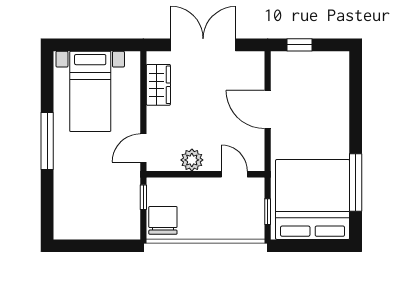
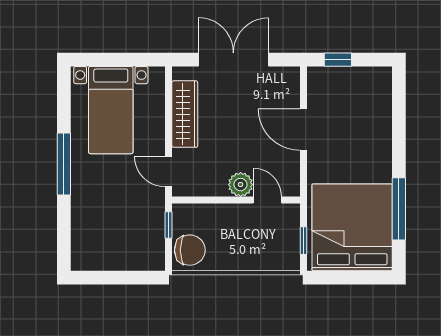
wardrobe: (158, 85) -> (185, 114), width x1.50
door: (143, 148) -> (169, 172), hinge flipped
plant: (192, 160) -> (241, 185), moved
chair: (163, 220) -> (190, 250), turned 90

